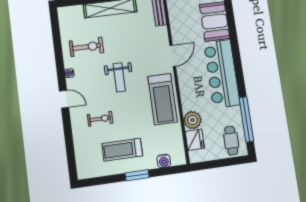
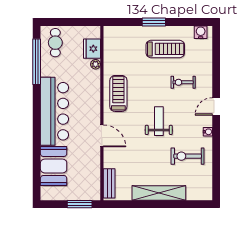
door: (173, 56) -> (102, 136), swing flipped
door: (64, 99) -> (216, 106), hinge flipped
treadmill: (163, 99) -> (118, 93), width x0.73, depth x0.73
plant: (192, 120) -> (96, 64), width x0.53, depth x0.53
water cooler: (164, 161) -> (201, 32), moved

